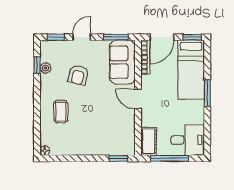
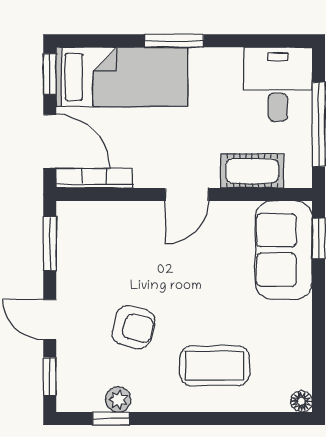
sofa: (122, 62) -> (284, 250), moved, turned 90
coffee table: (61, 112) -> (215, 366), width x1.36, depth x1.30
cot: (149, 141) -> (252, 171), moved

